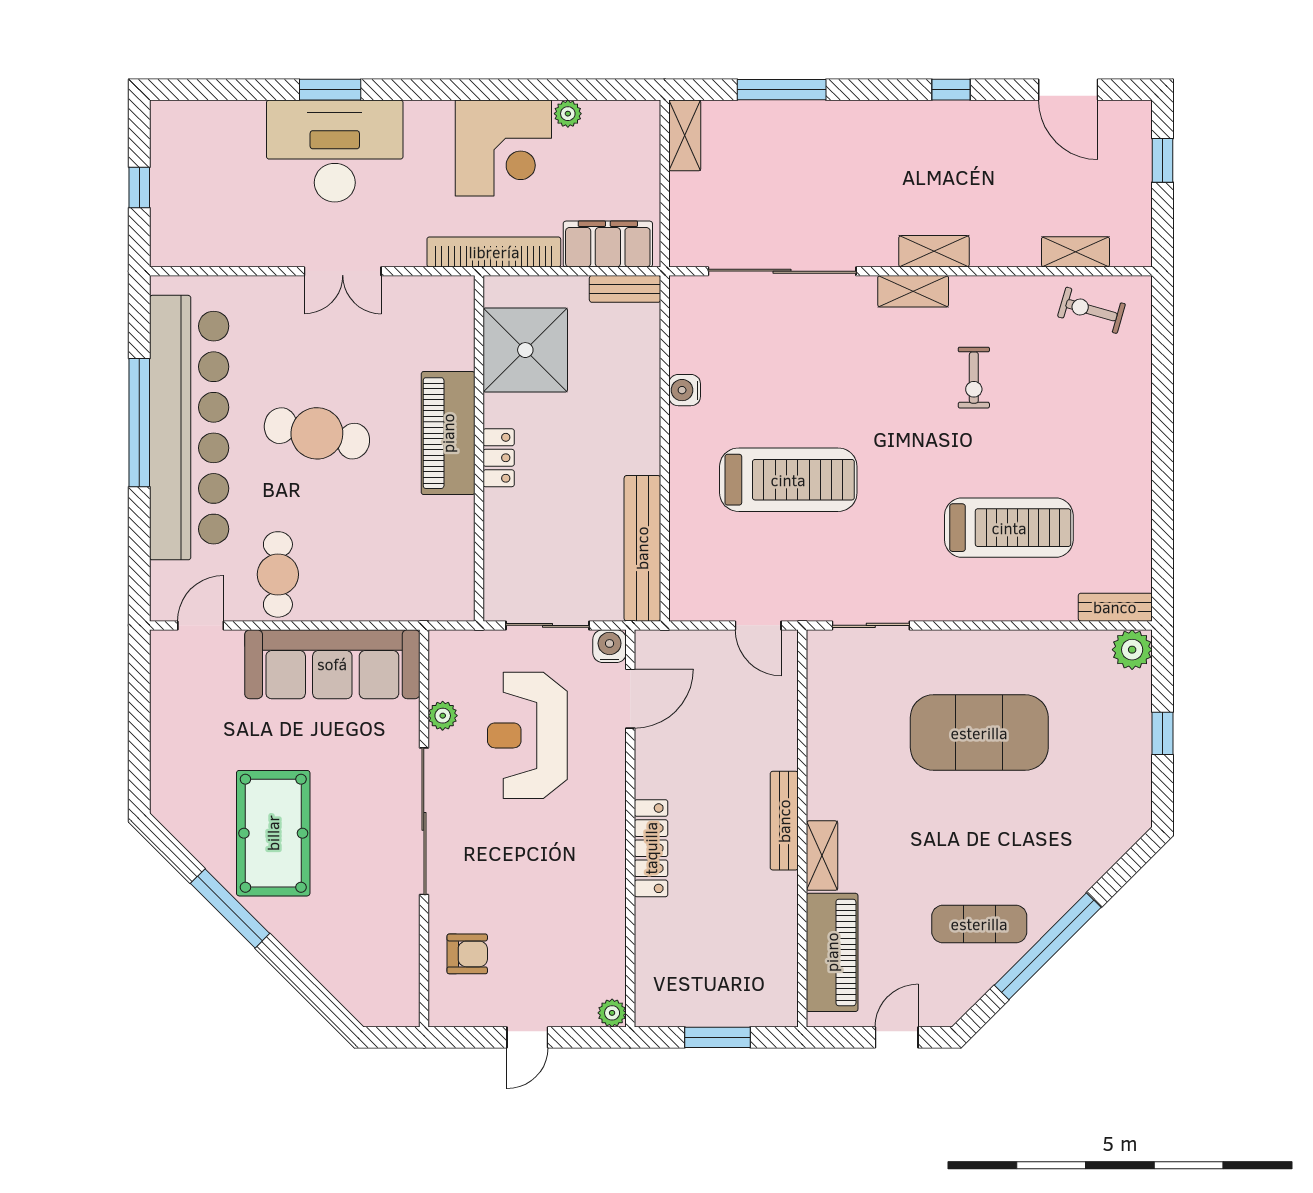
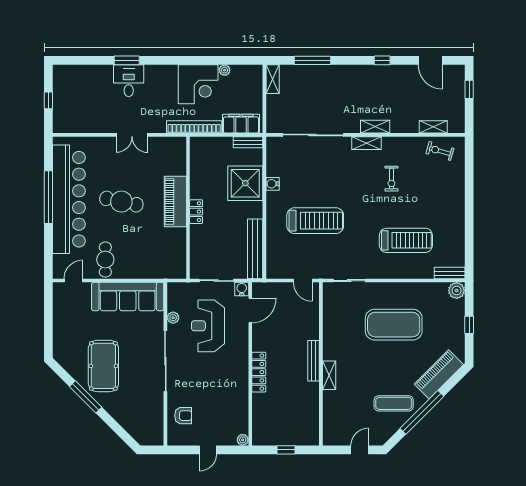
desk: (335, 151) -> (129, 81), width x0.53, depth x0.77
shower: (525, 350) -> (245, 183), moved
piano: (832, 952) -> (439, 374), moved, turned -135
window: (717, 1037) -> (286, 450), width x0.67

